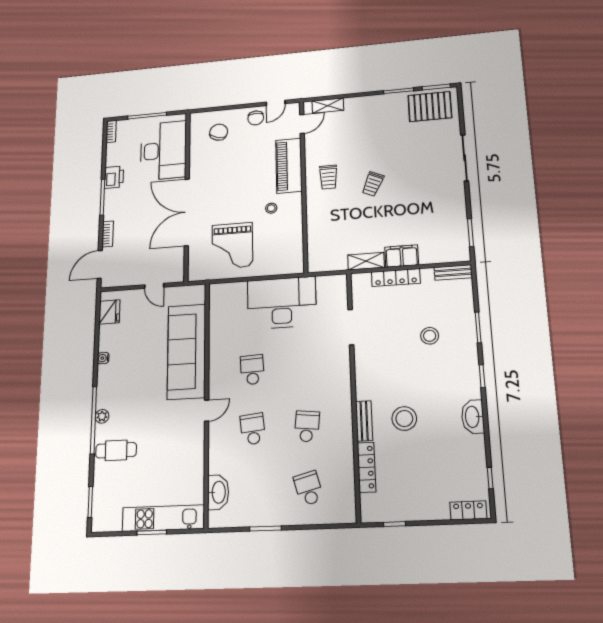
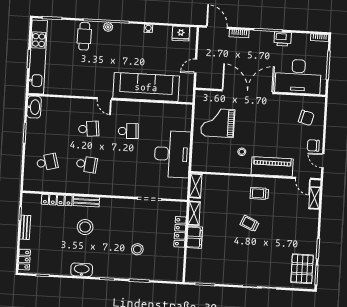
shelving: (325, 264) -> (196, 186), added
bench: (453, 272) -> (25, 227), moved
washbasin: (218, 492) -> (34, 107), moved, turned -90
kitchen unit: (163, 518) -> (38, 57), width x1.36

